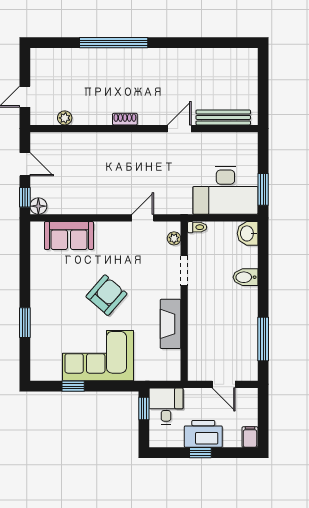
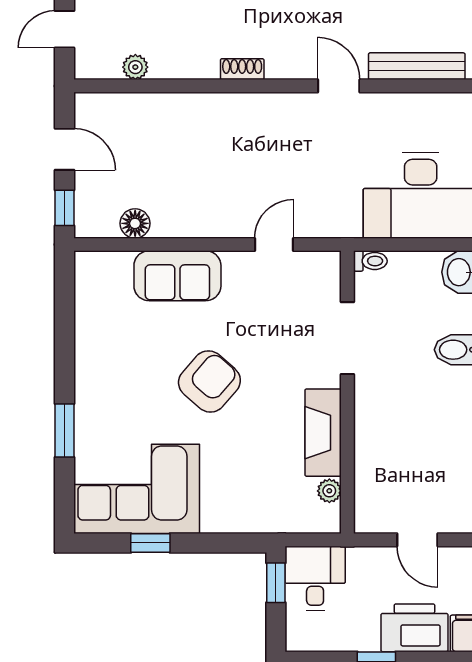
door: (179, 129) -> (339, 86), hinge flipped
floor lamp: (38, 206) -> (135, 223), moved
sofa: (69, 236) -> (177, 276), moved
plant: (174, 238) -> (329, 491), moved
doorway: (184, 271) -> (347, 338), width x1.38
corner sofa: (98, 356) -> (137, 489), moved
printer: (203, 434) -> (414, 628), moved

